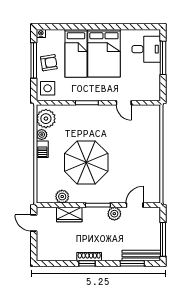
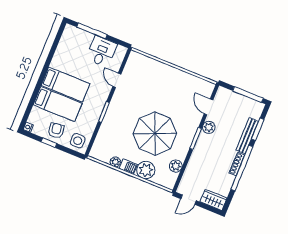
desk: (146, 49) -> (102, 52), moved
bed: (104, 53) -> (65, 85), width x0.67
window: (34, 60) -> (49, 143), width x0.46
door: (124, 103) -> (117, 80), swing flipped
plant: (46, 119) -> (146, 170), moved
wardrobe: (69, 214) -> (214, 200), moved, turned -90
bench: (141, 255) -> (247, 136), moved
window: (87, 263) -> (242, 168), width x3.17

